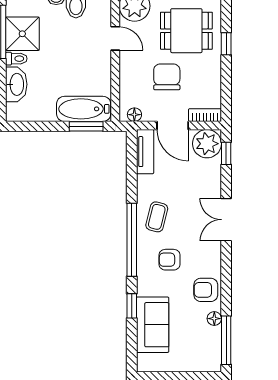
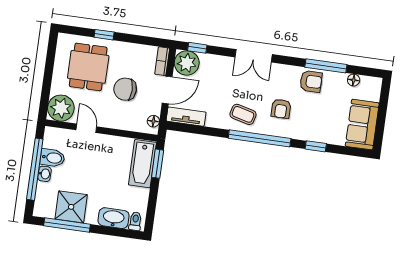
door: (115, 38) -> (86, 128), hinge flipped
toilet: (16, 59) -> (135, 221), moved
armchair: (206, 290) -> (311, 81), turned -90
floor lamp: (214, 319) -> (354, 80), moved
sofa: (153, 325) -> (362, 125), moved, turned -90
window: (226, 340) -> (326, 66), moved

